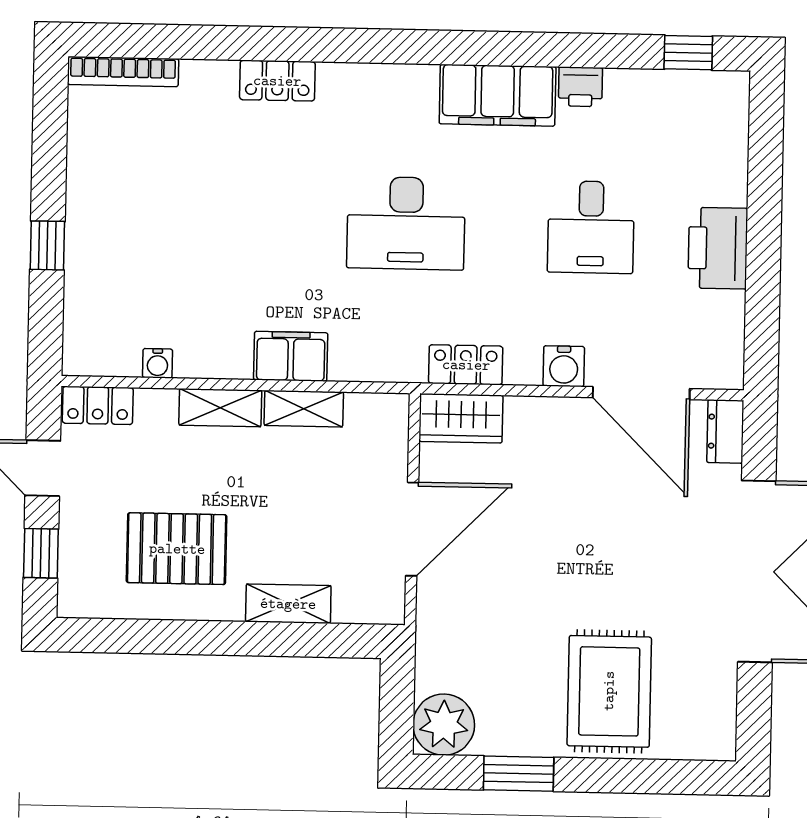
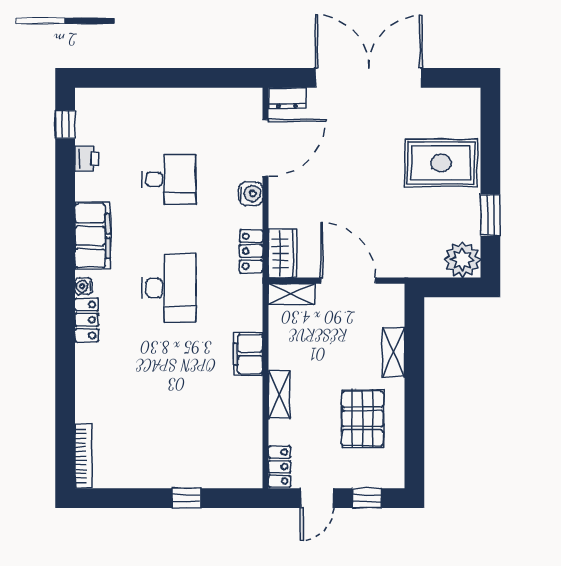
locker: (277, 81) -> (87, 320), moved
printer: (580, 87) -> (87, 159), moved
printer: (718, 248) -> (180, 105), removed
water cooler: (157, 363) -> (84, 286), moved, turned 180
shelving: (304, 409) -> (291, 294), moved, turned 90

